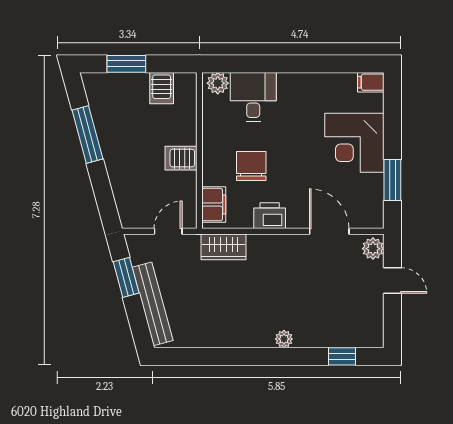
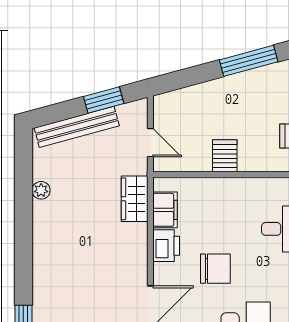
chair: (251, 166) -> (215, 269), moved
filing cabinet: (214, 205) -> (165, 210), moved, turned -90
plant: (284, 339) -> (41, 190), moved

